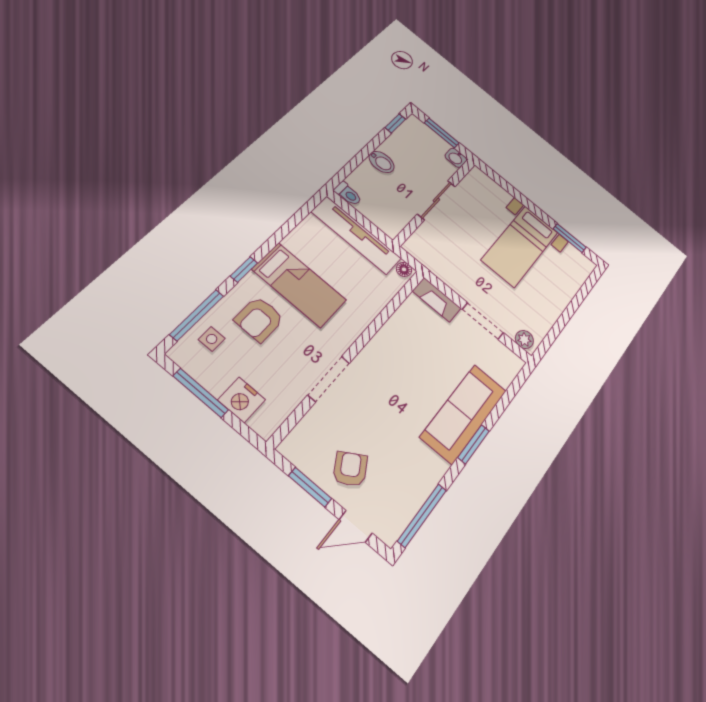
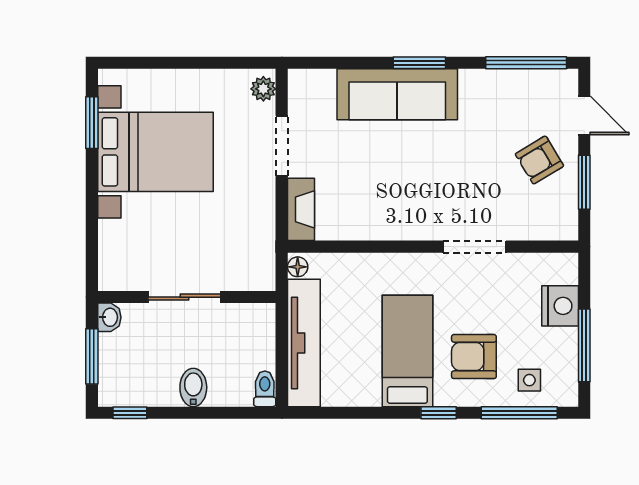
bed with nightstands: (520, 246) -> (155, 152), width x1.36
armchair: (259, 319) -> (474, 357), turned 180

